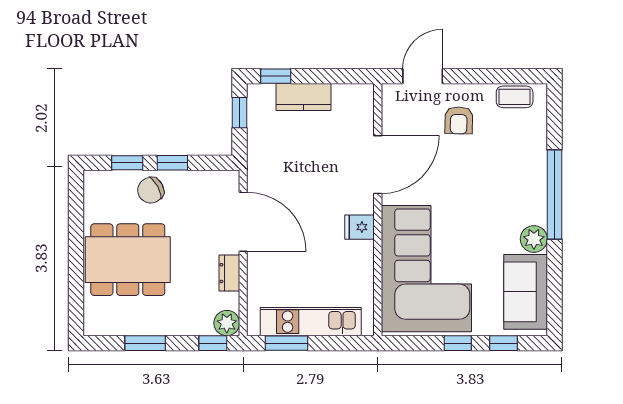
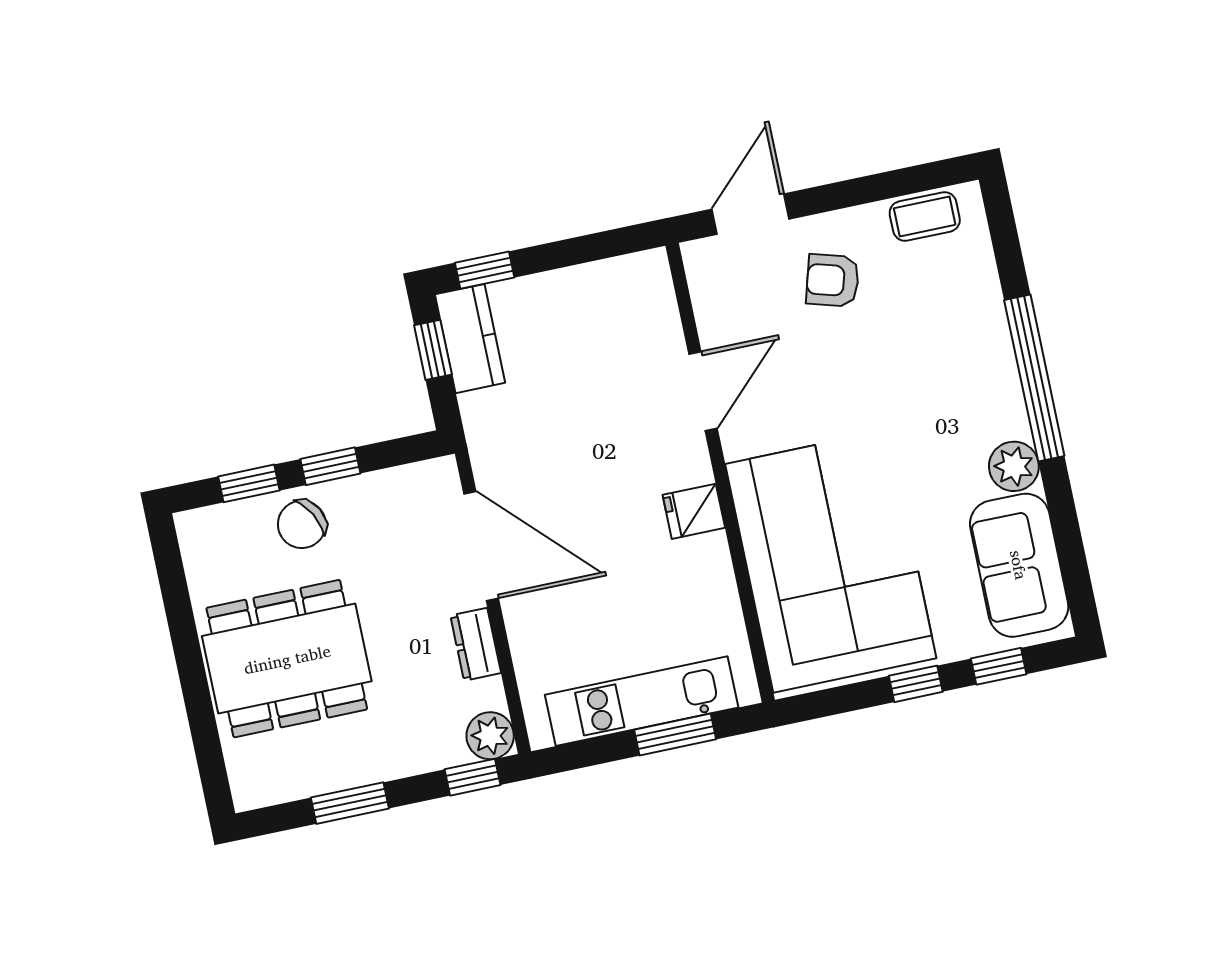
kitchen counter: (304, 97) -> (470, 339), moved, turned -90
armchair: (459, 120) -> (833, 280), turned 105
door: (378, 165) -> (703, 391), width x0.73
window: (287, 343) -> (675, 734), moved

